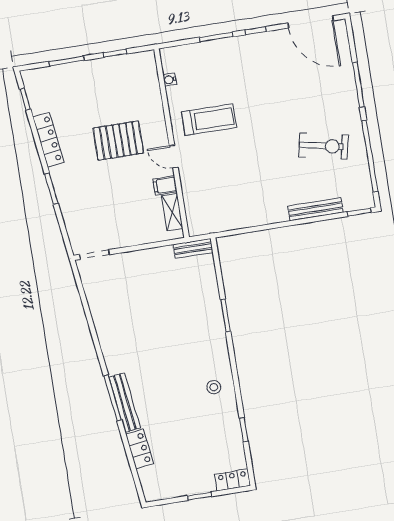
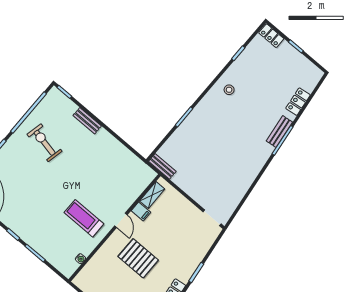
bench: (315, 209) -> (87, 121), width x0.73
bench: (125, 403) -> (279, 132), width x0.73

